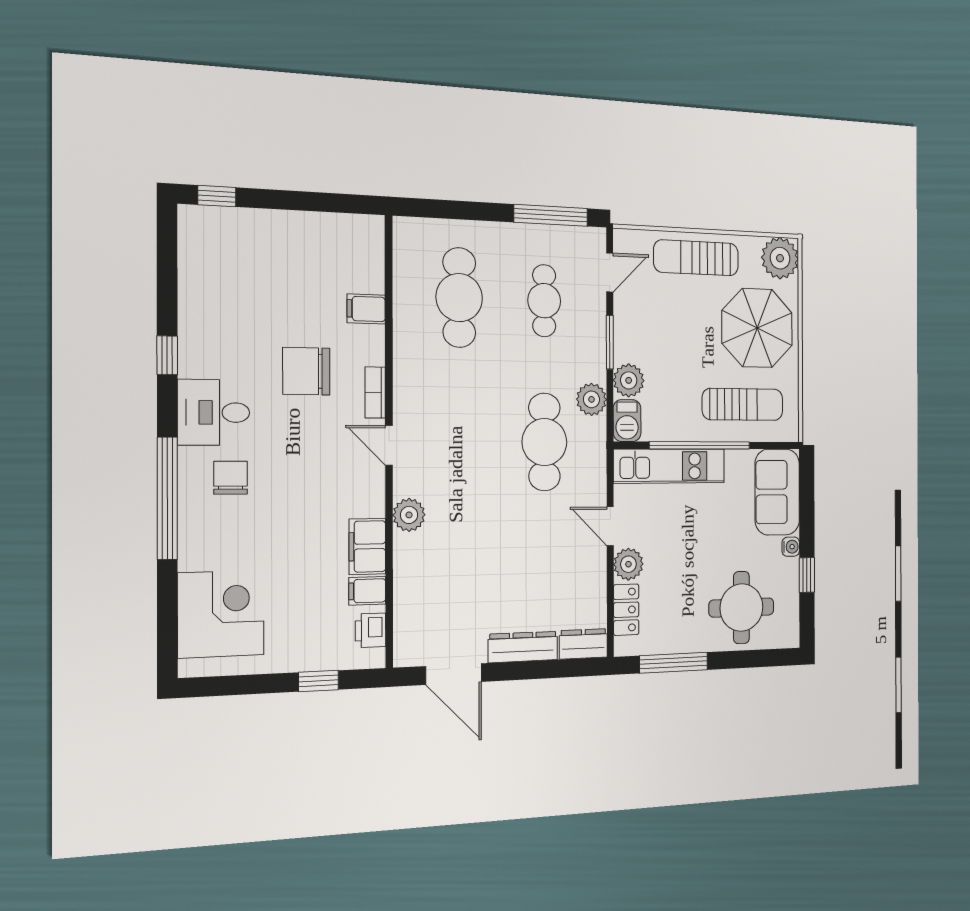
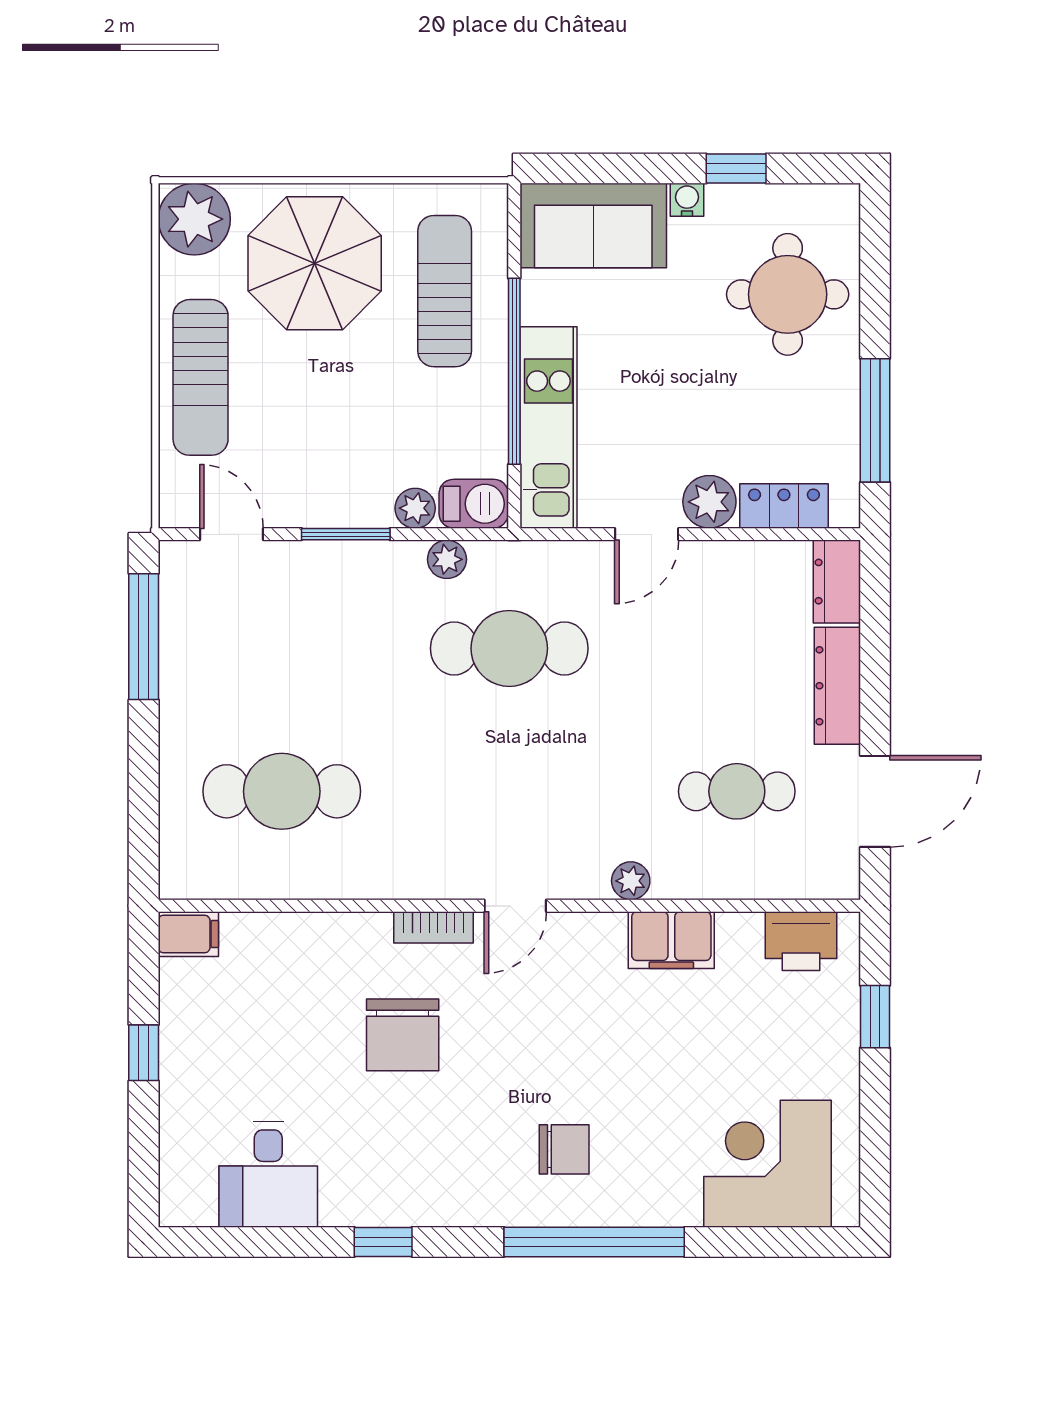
window: (217, 196) -> (144, 1053), moved
cafe table: (544, 301) -> (737, 791), moved
filing cabinet: (366, 309) -> (188, 934), moved, turned -90
plant: (629, 380) -> (415, 508), width x0.73, depth x0.73
plant: (591, 399) -> (447, 559), width x0.73, depth x0.73
desk: (214, 412) -> (268, 1174), moved
chair: (231, 478) -> (564, 1149), turned 180
plant: (409, 515) -> (631, 881), width x0.73, depth x0.73
filing cabinet: (367, 591) -> (740, 940), removed
printer: (370, 630) -> (801, 941), width x1.36, depth x1.24

